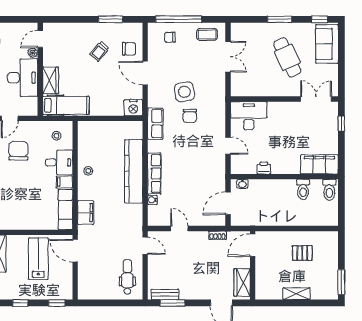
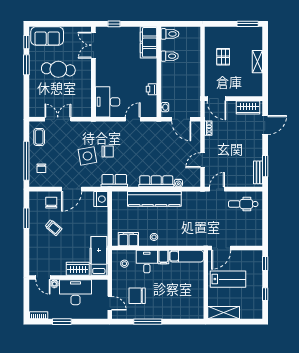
window: (280, 19) -> (26, 65), moved
cafe table: (287, 57) -> (58, 69), turned 30
filing cabinet: (86, 213) -> (128, 239), moved
lab bench: (38, 259) -> (228, 279), turned 180

